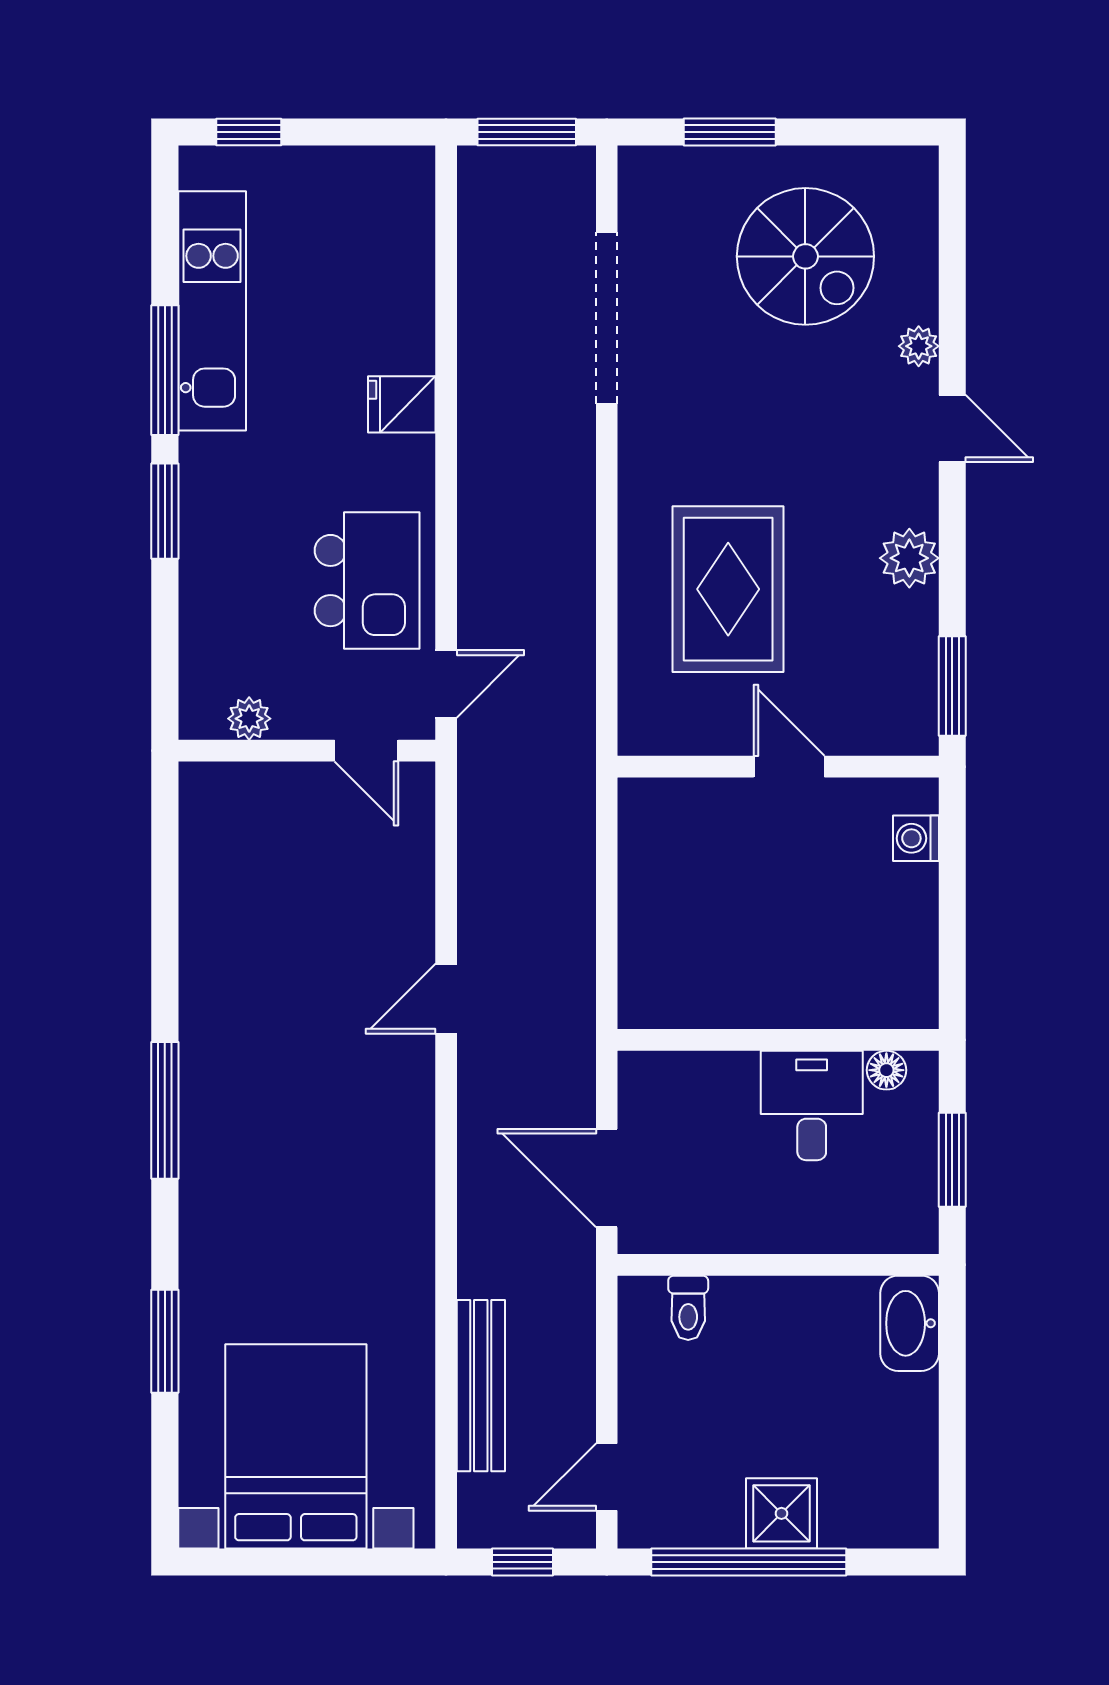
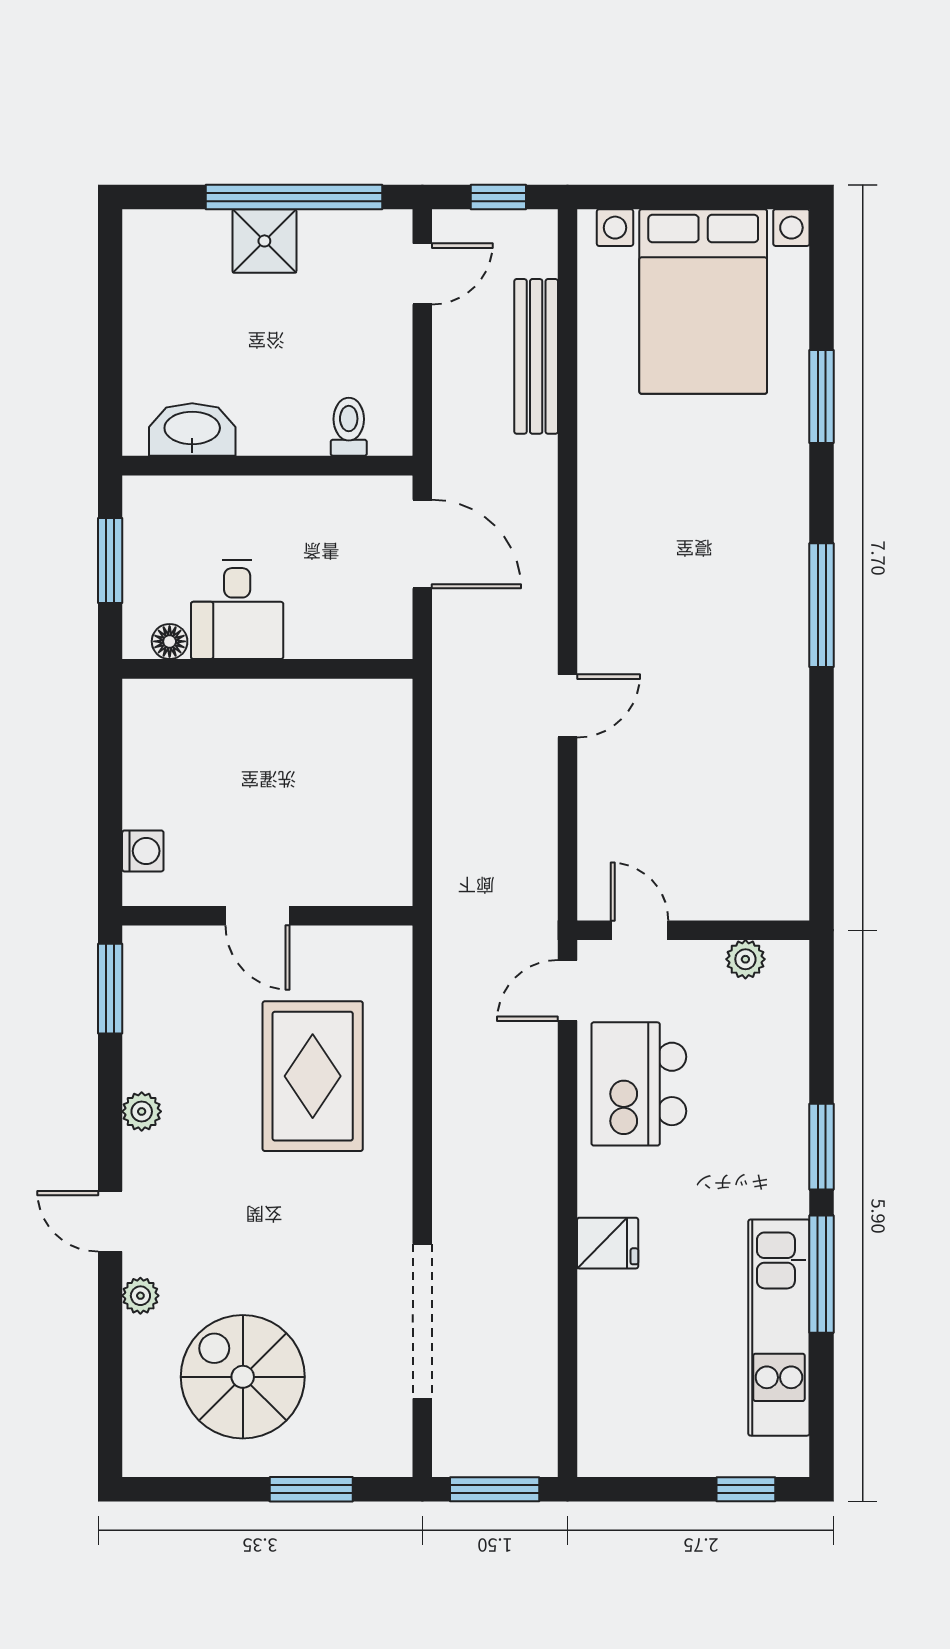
plant: (909, 558) -> (142, 1111), width x0.73, depth x0.73
washbasin: (910, 1323) -> (192, 430), moved, turned -90

